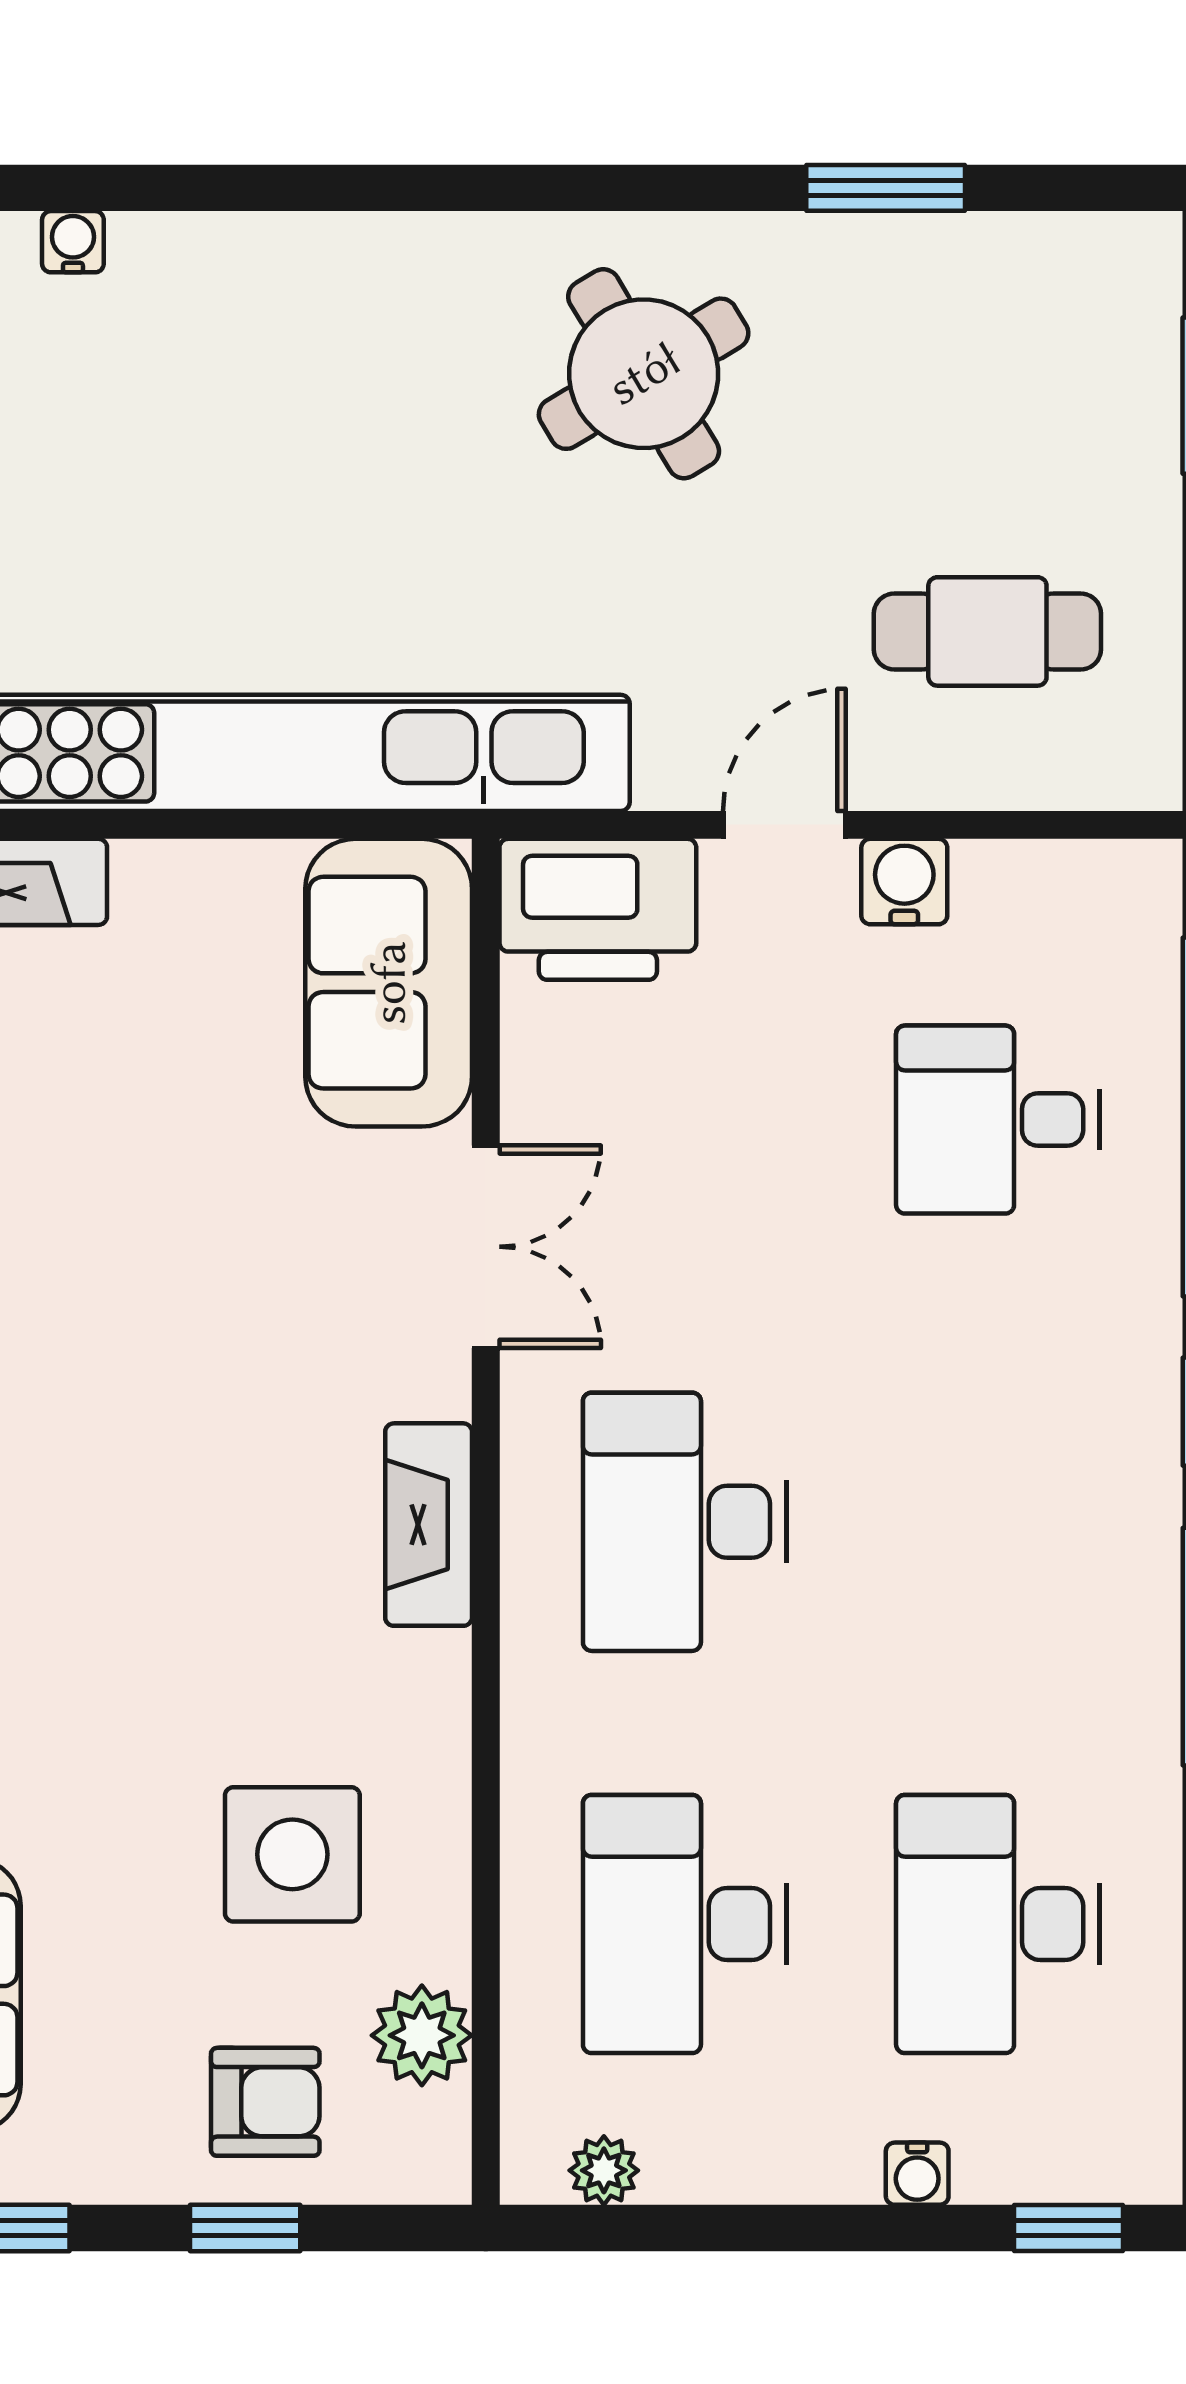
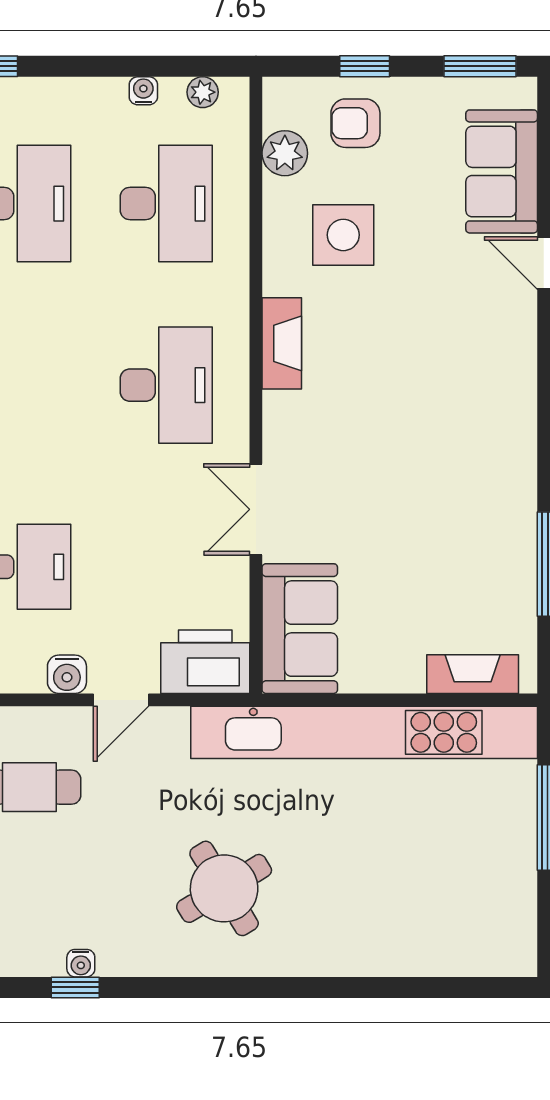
window: (886, 188) -> (75, 987), width x0.67
water cooler: (73, 242) -> (81, 963), moved
round table: (644, 374) -> (224, 888), moved
fireplace: (429, 1525) -> (282, 343), moved
water cooler: (917, 2174) -> (143, 91), moved

